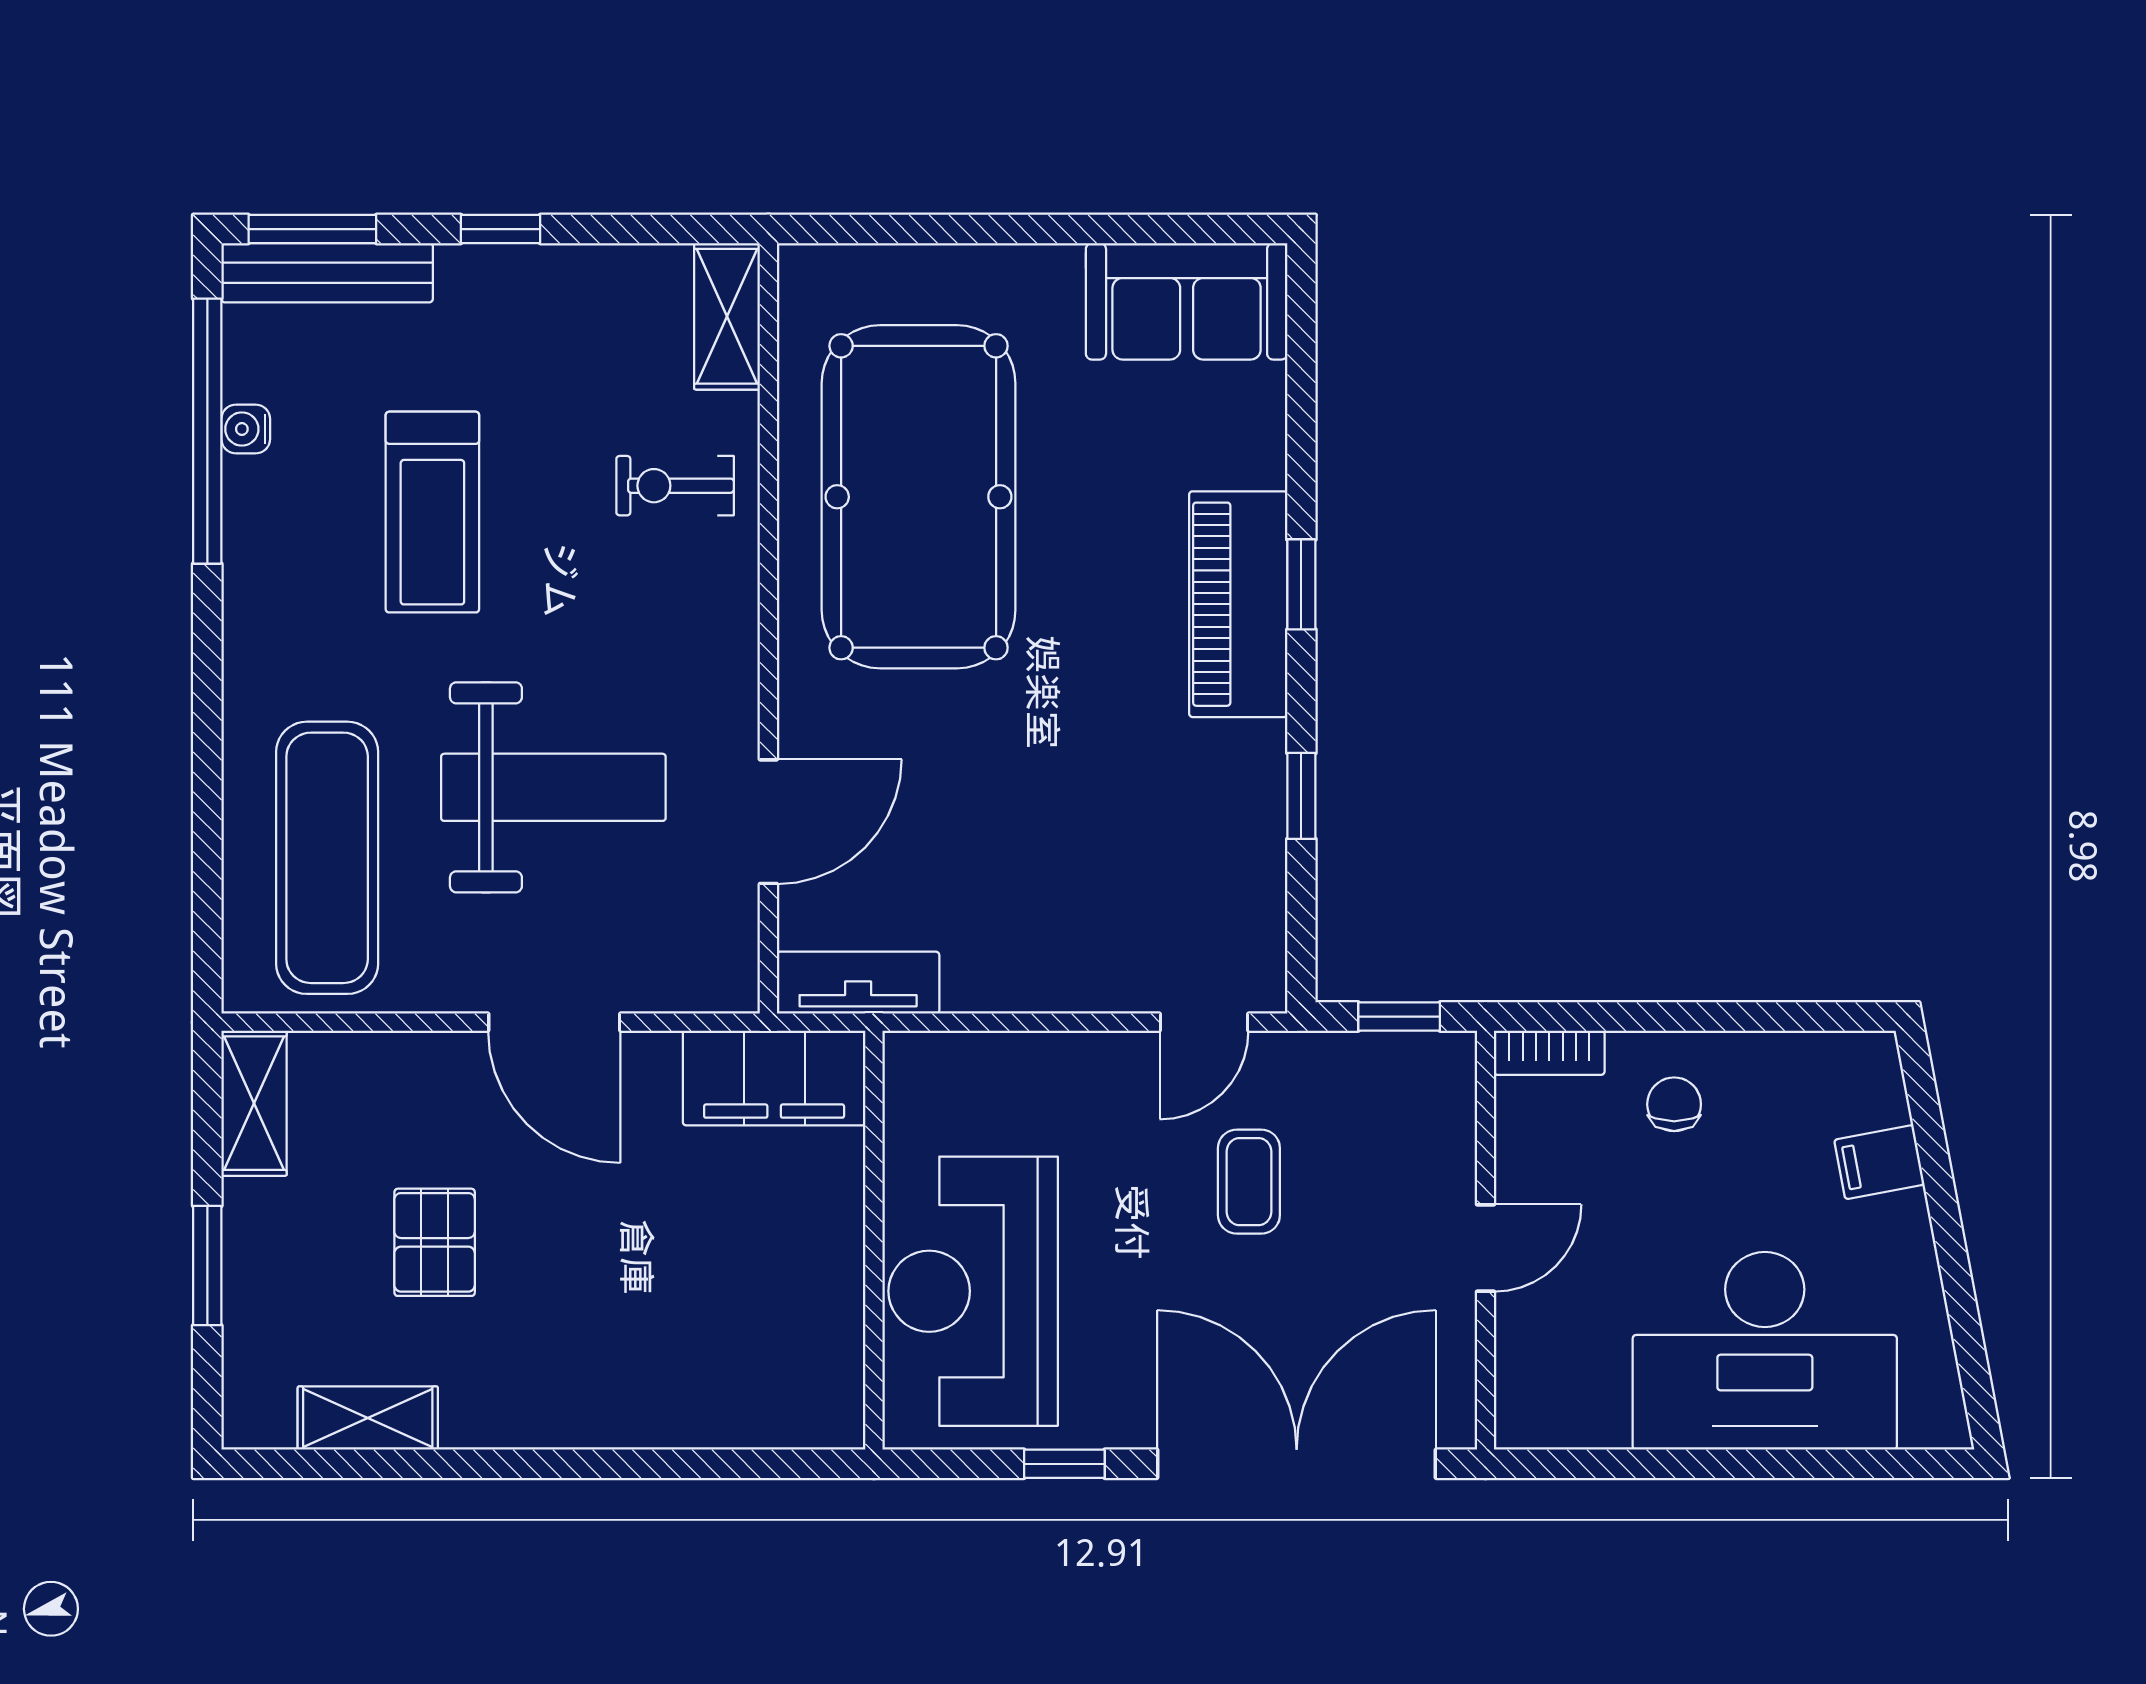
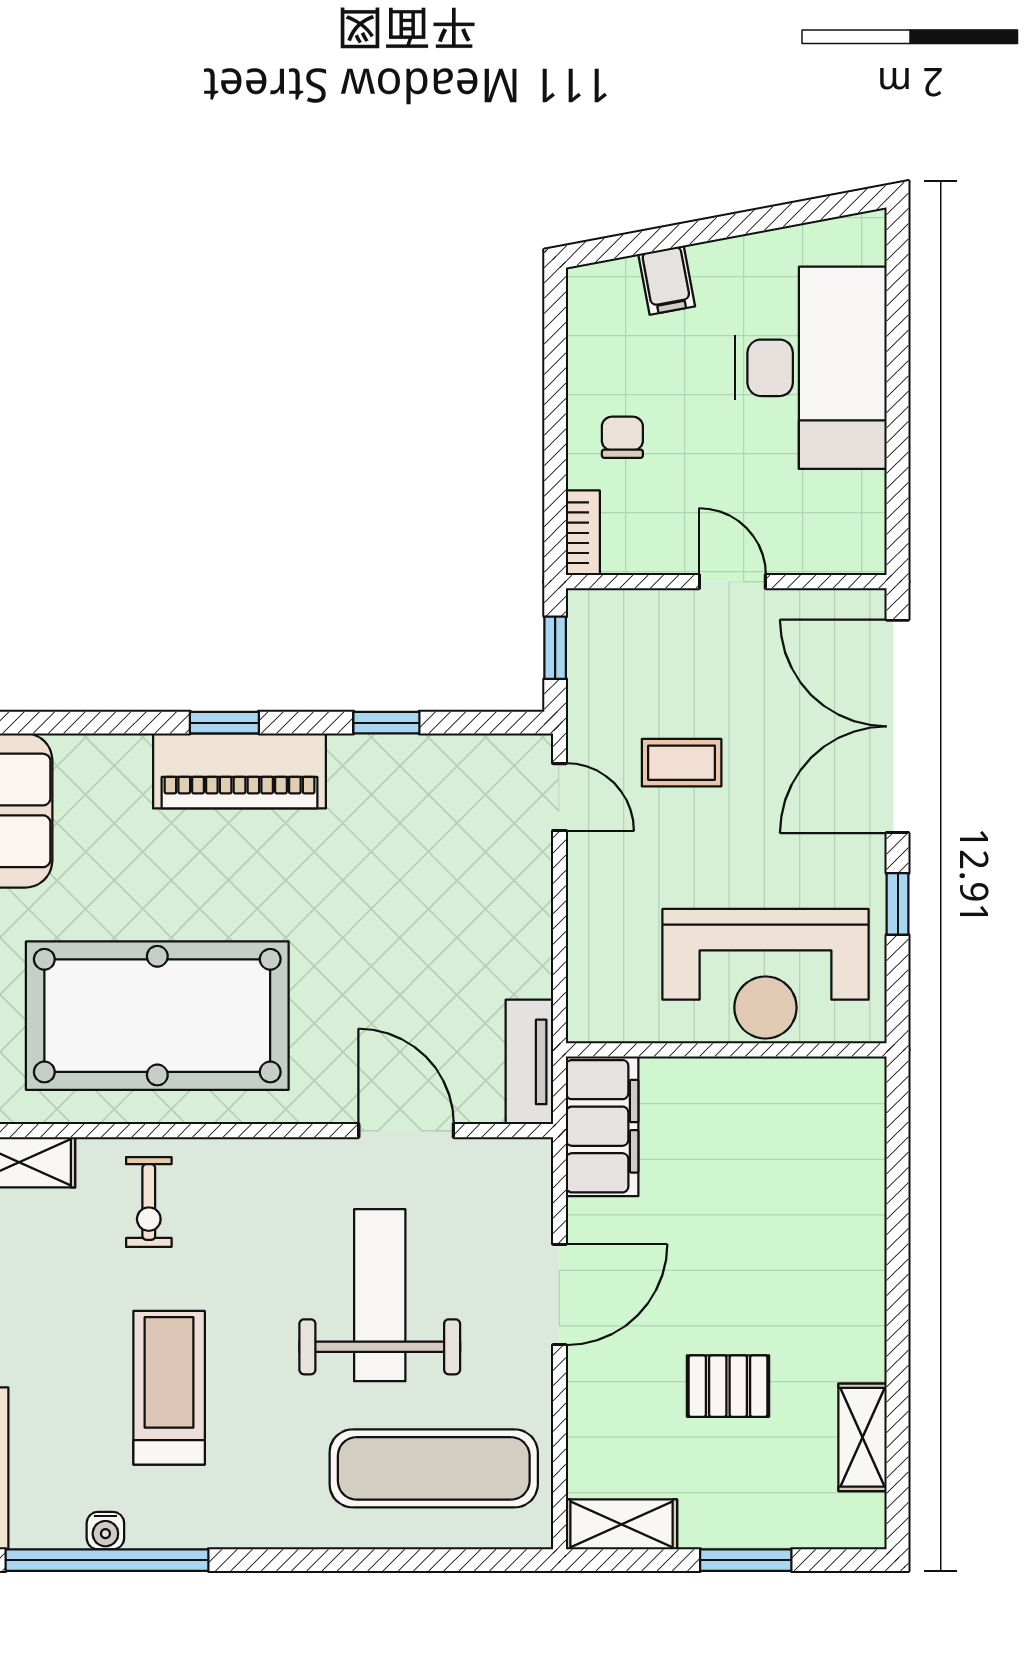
treadmill: (432, 512) -> (169, 1388), turned -90
chair: (1674, 1104) -> (622, 437), turned 90

